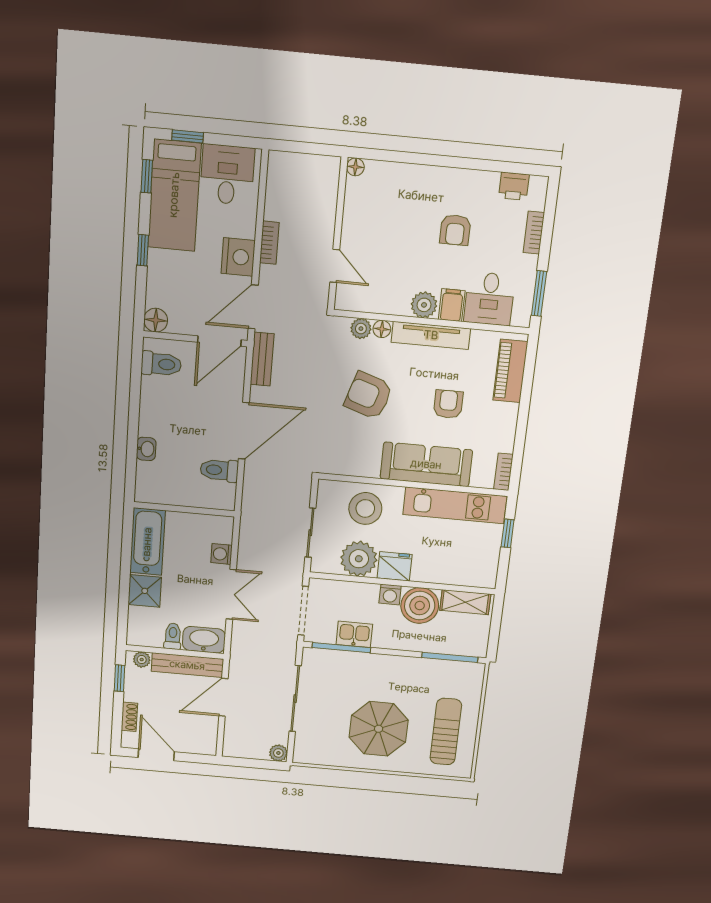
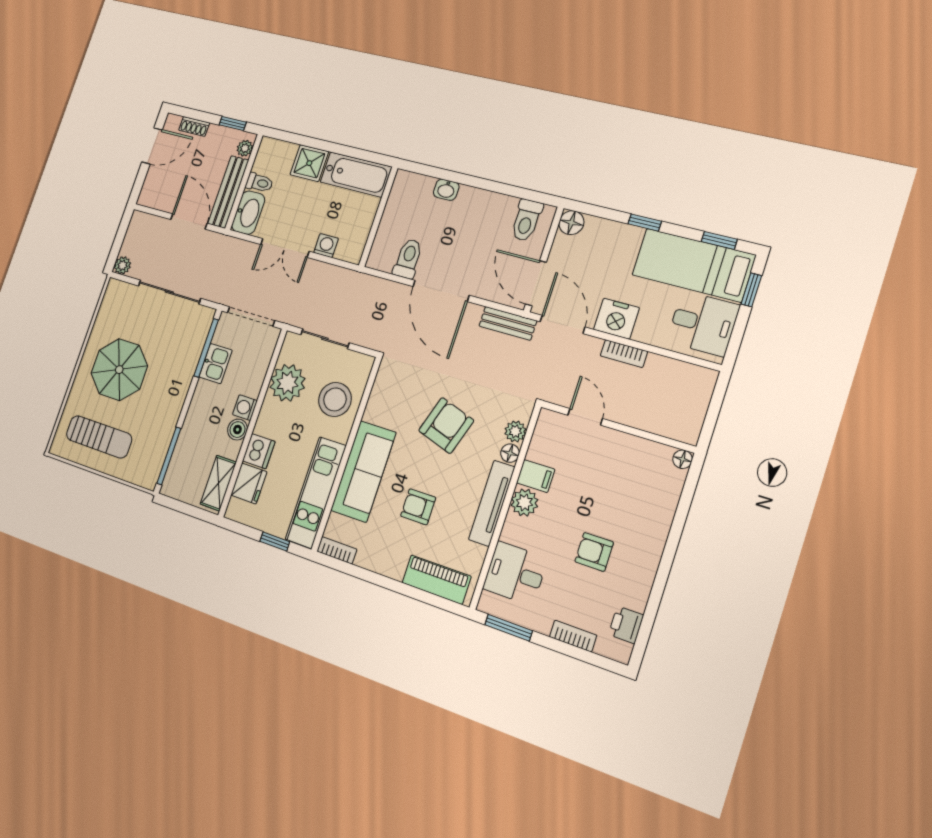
door: (335, 266) -> (585, 417), swing flipped
filing cabinet: (452, 305) -> (536, 476), moved
armchair: (448, 404) -> (418, 507), turned 180
fridge: (395, 566) -> (249, 483), moved
dishwasher: (428, 570) -> (259, 451), added
boiler: (420, 606) -> (237, 430), width x0.54, depth x0.54

